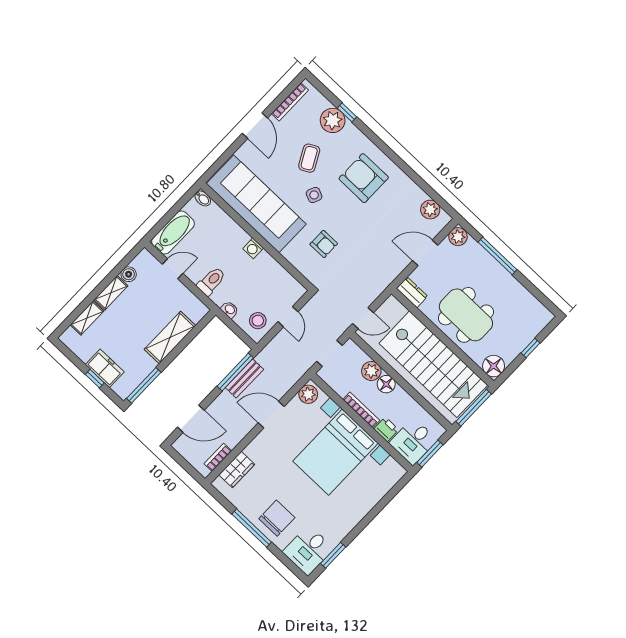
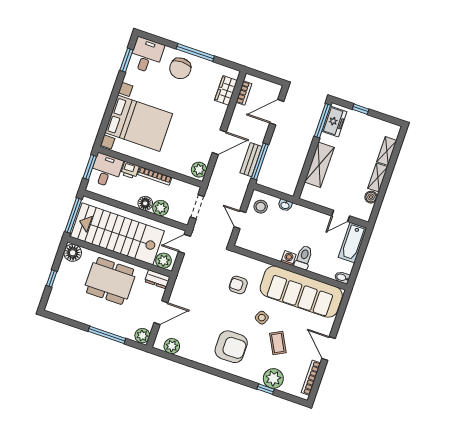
toilet: (211, 281) -> (304, 257), moved, turned 180
plant: (395, 310) -> (164, 261), added
freezer: (105, 368) -> (334, 122), moved, turned -90
bed with nightstands: (335, 452) -> (139, 123), moved, turned 90

